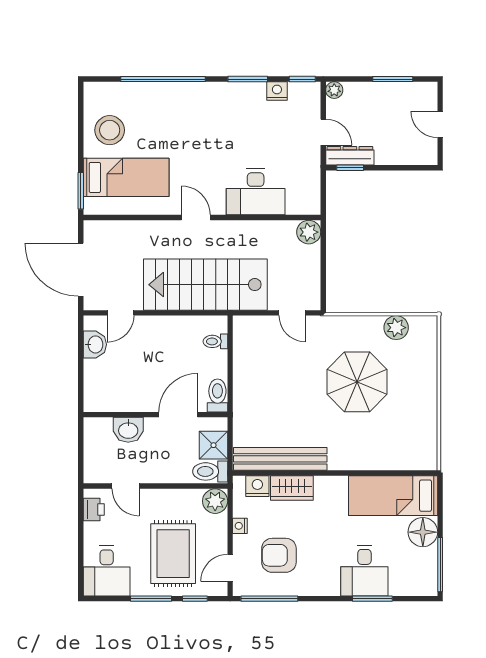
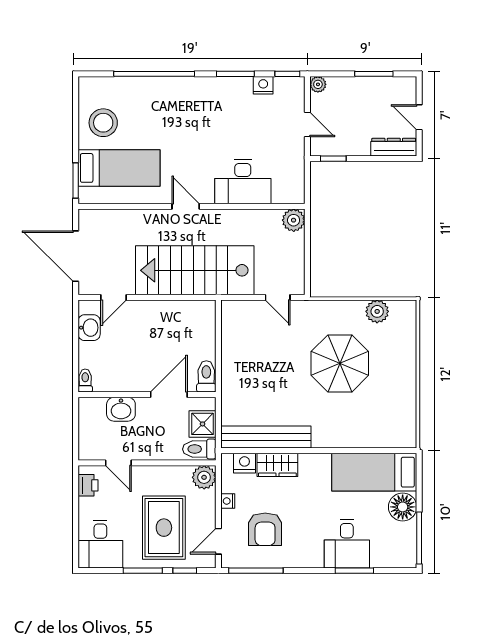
dresser: (350, 156) -> (394, 147), moved
toilet: (215, 341) -> (85, 381), moved, turned 90
armchair: (279, 555) -> (265, 529), turned -90

